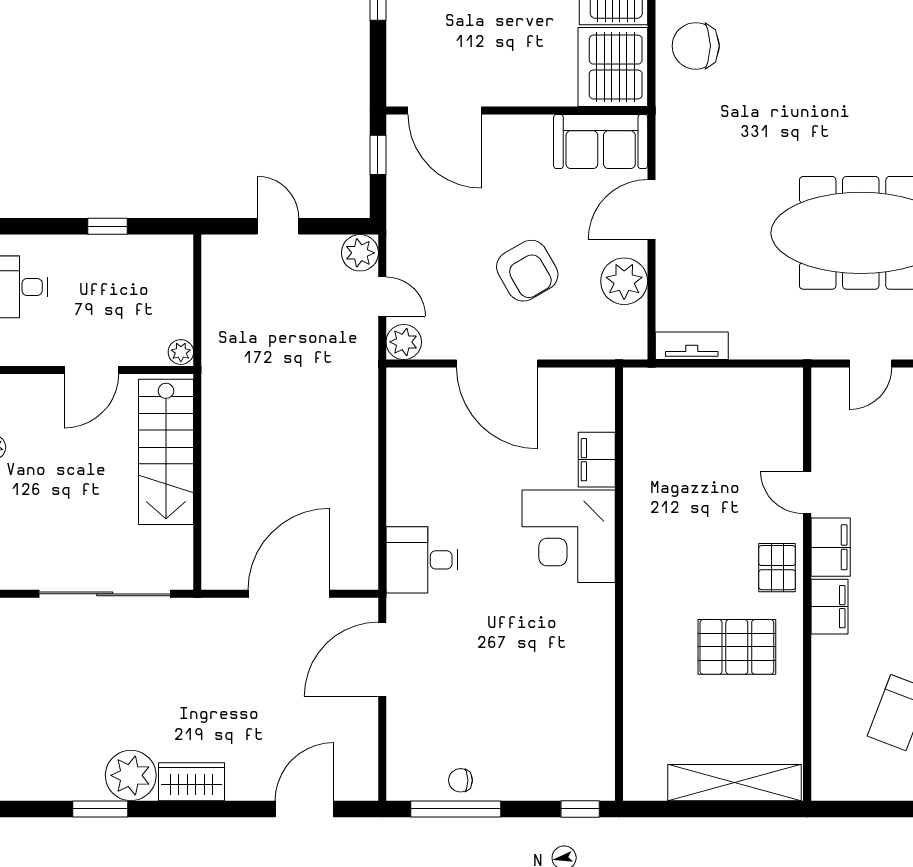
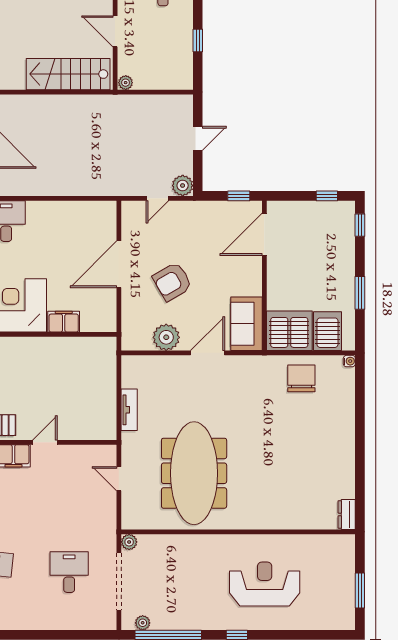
door: (651, 209) -> (207, 353), hinge flipped
plant: (404, 342) -> (131, 211), removed
tv unit: (692, 346) -> (129, 410), moved

